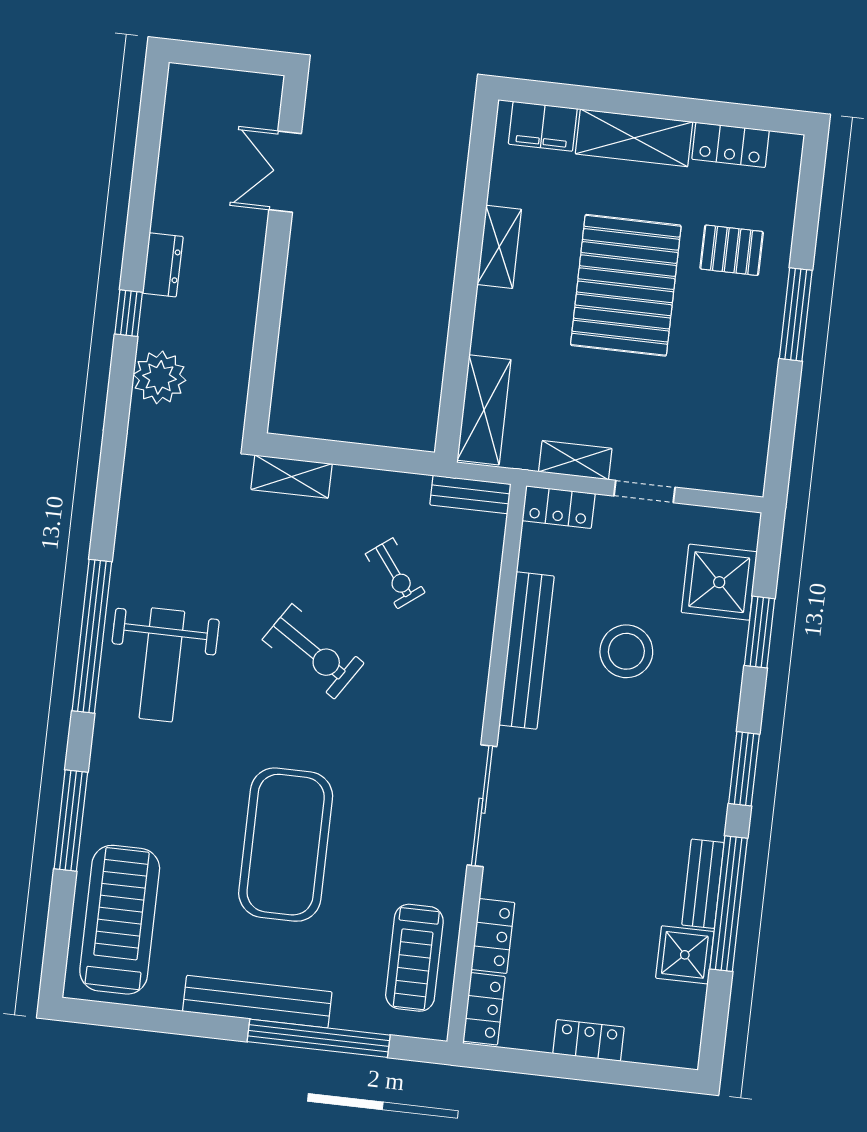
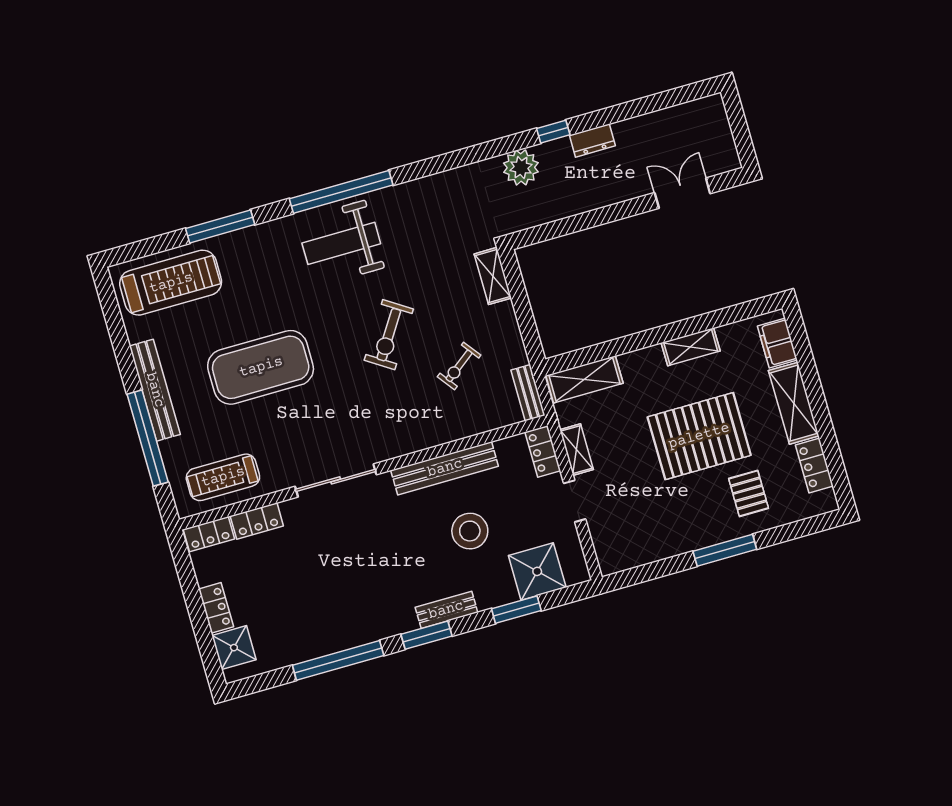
bench: (703, 884) -> (446, 610), moved
shower: (685, 955) -> (234, 648), moved

